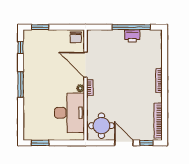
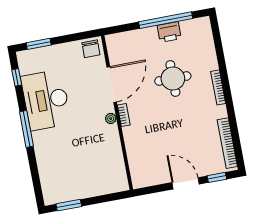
door: (86, 65) -> (112, 84), swing flipped
desk: (70, 113) -> (46, 100), moved, turned 180
round table: (101, 126) -> (173, 78), moved

